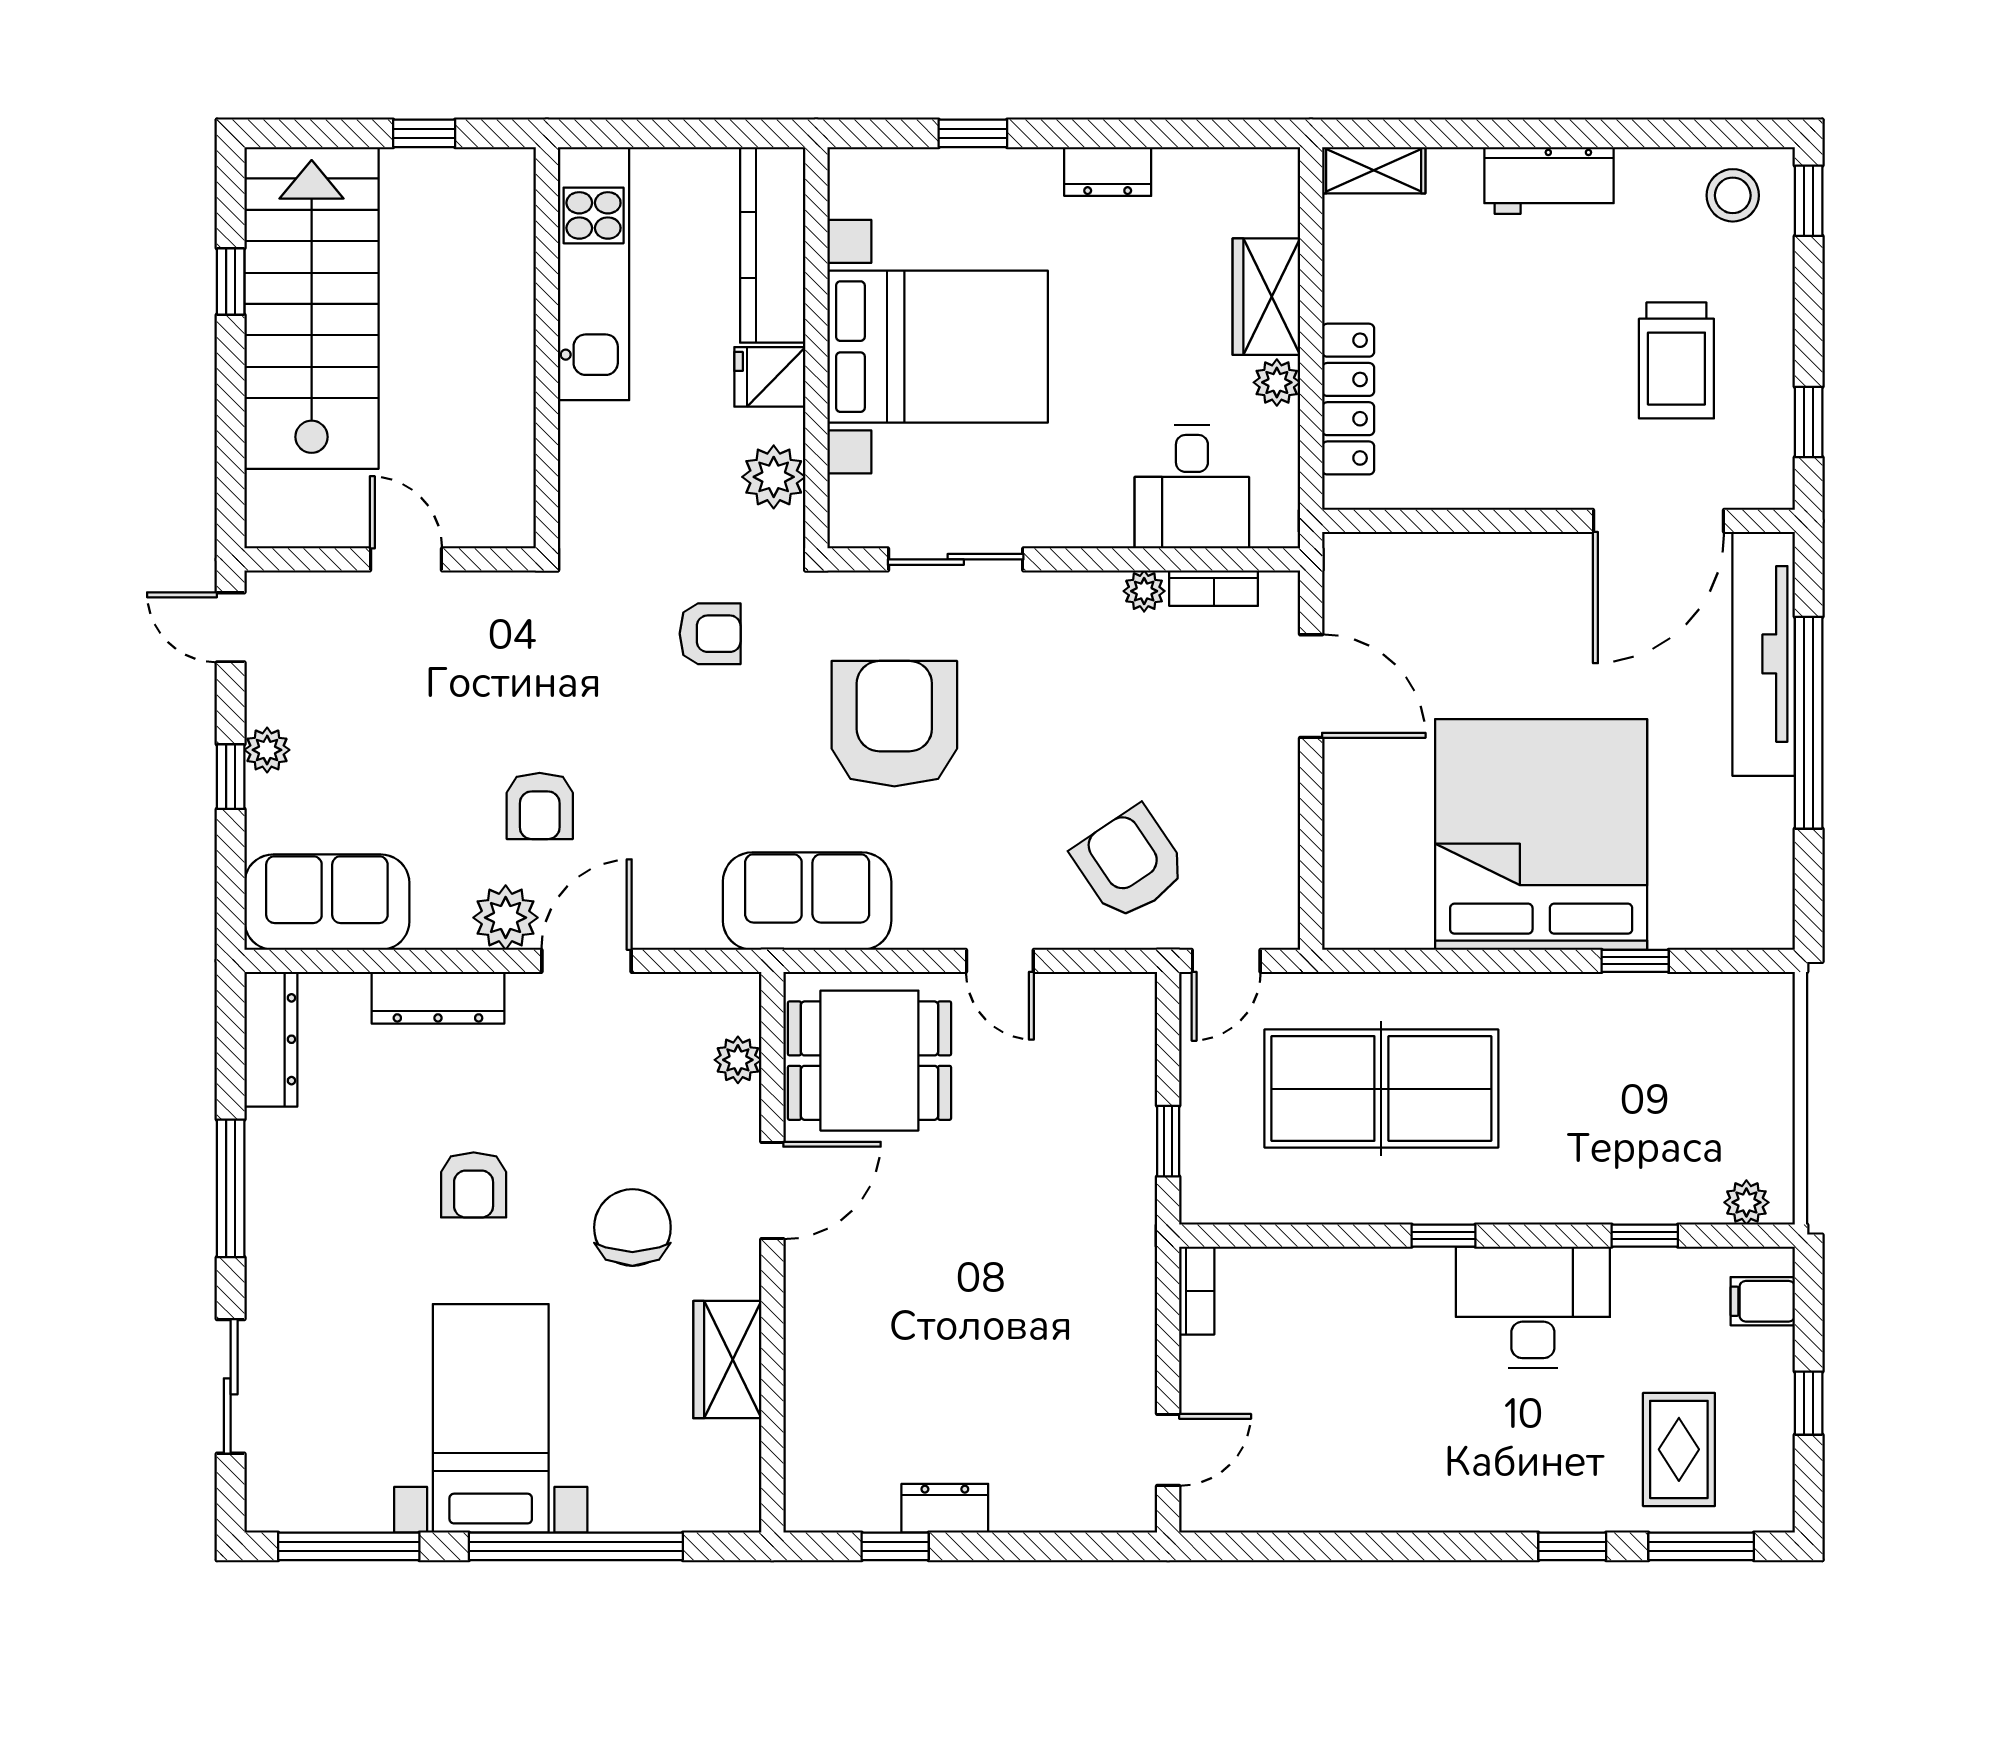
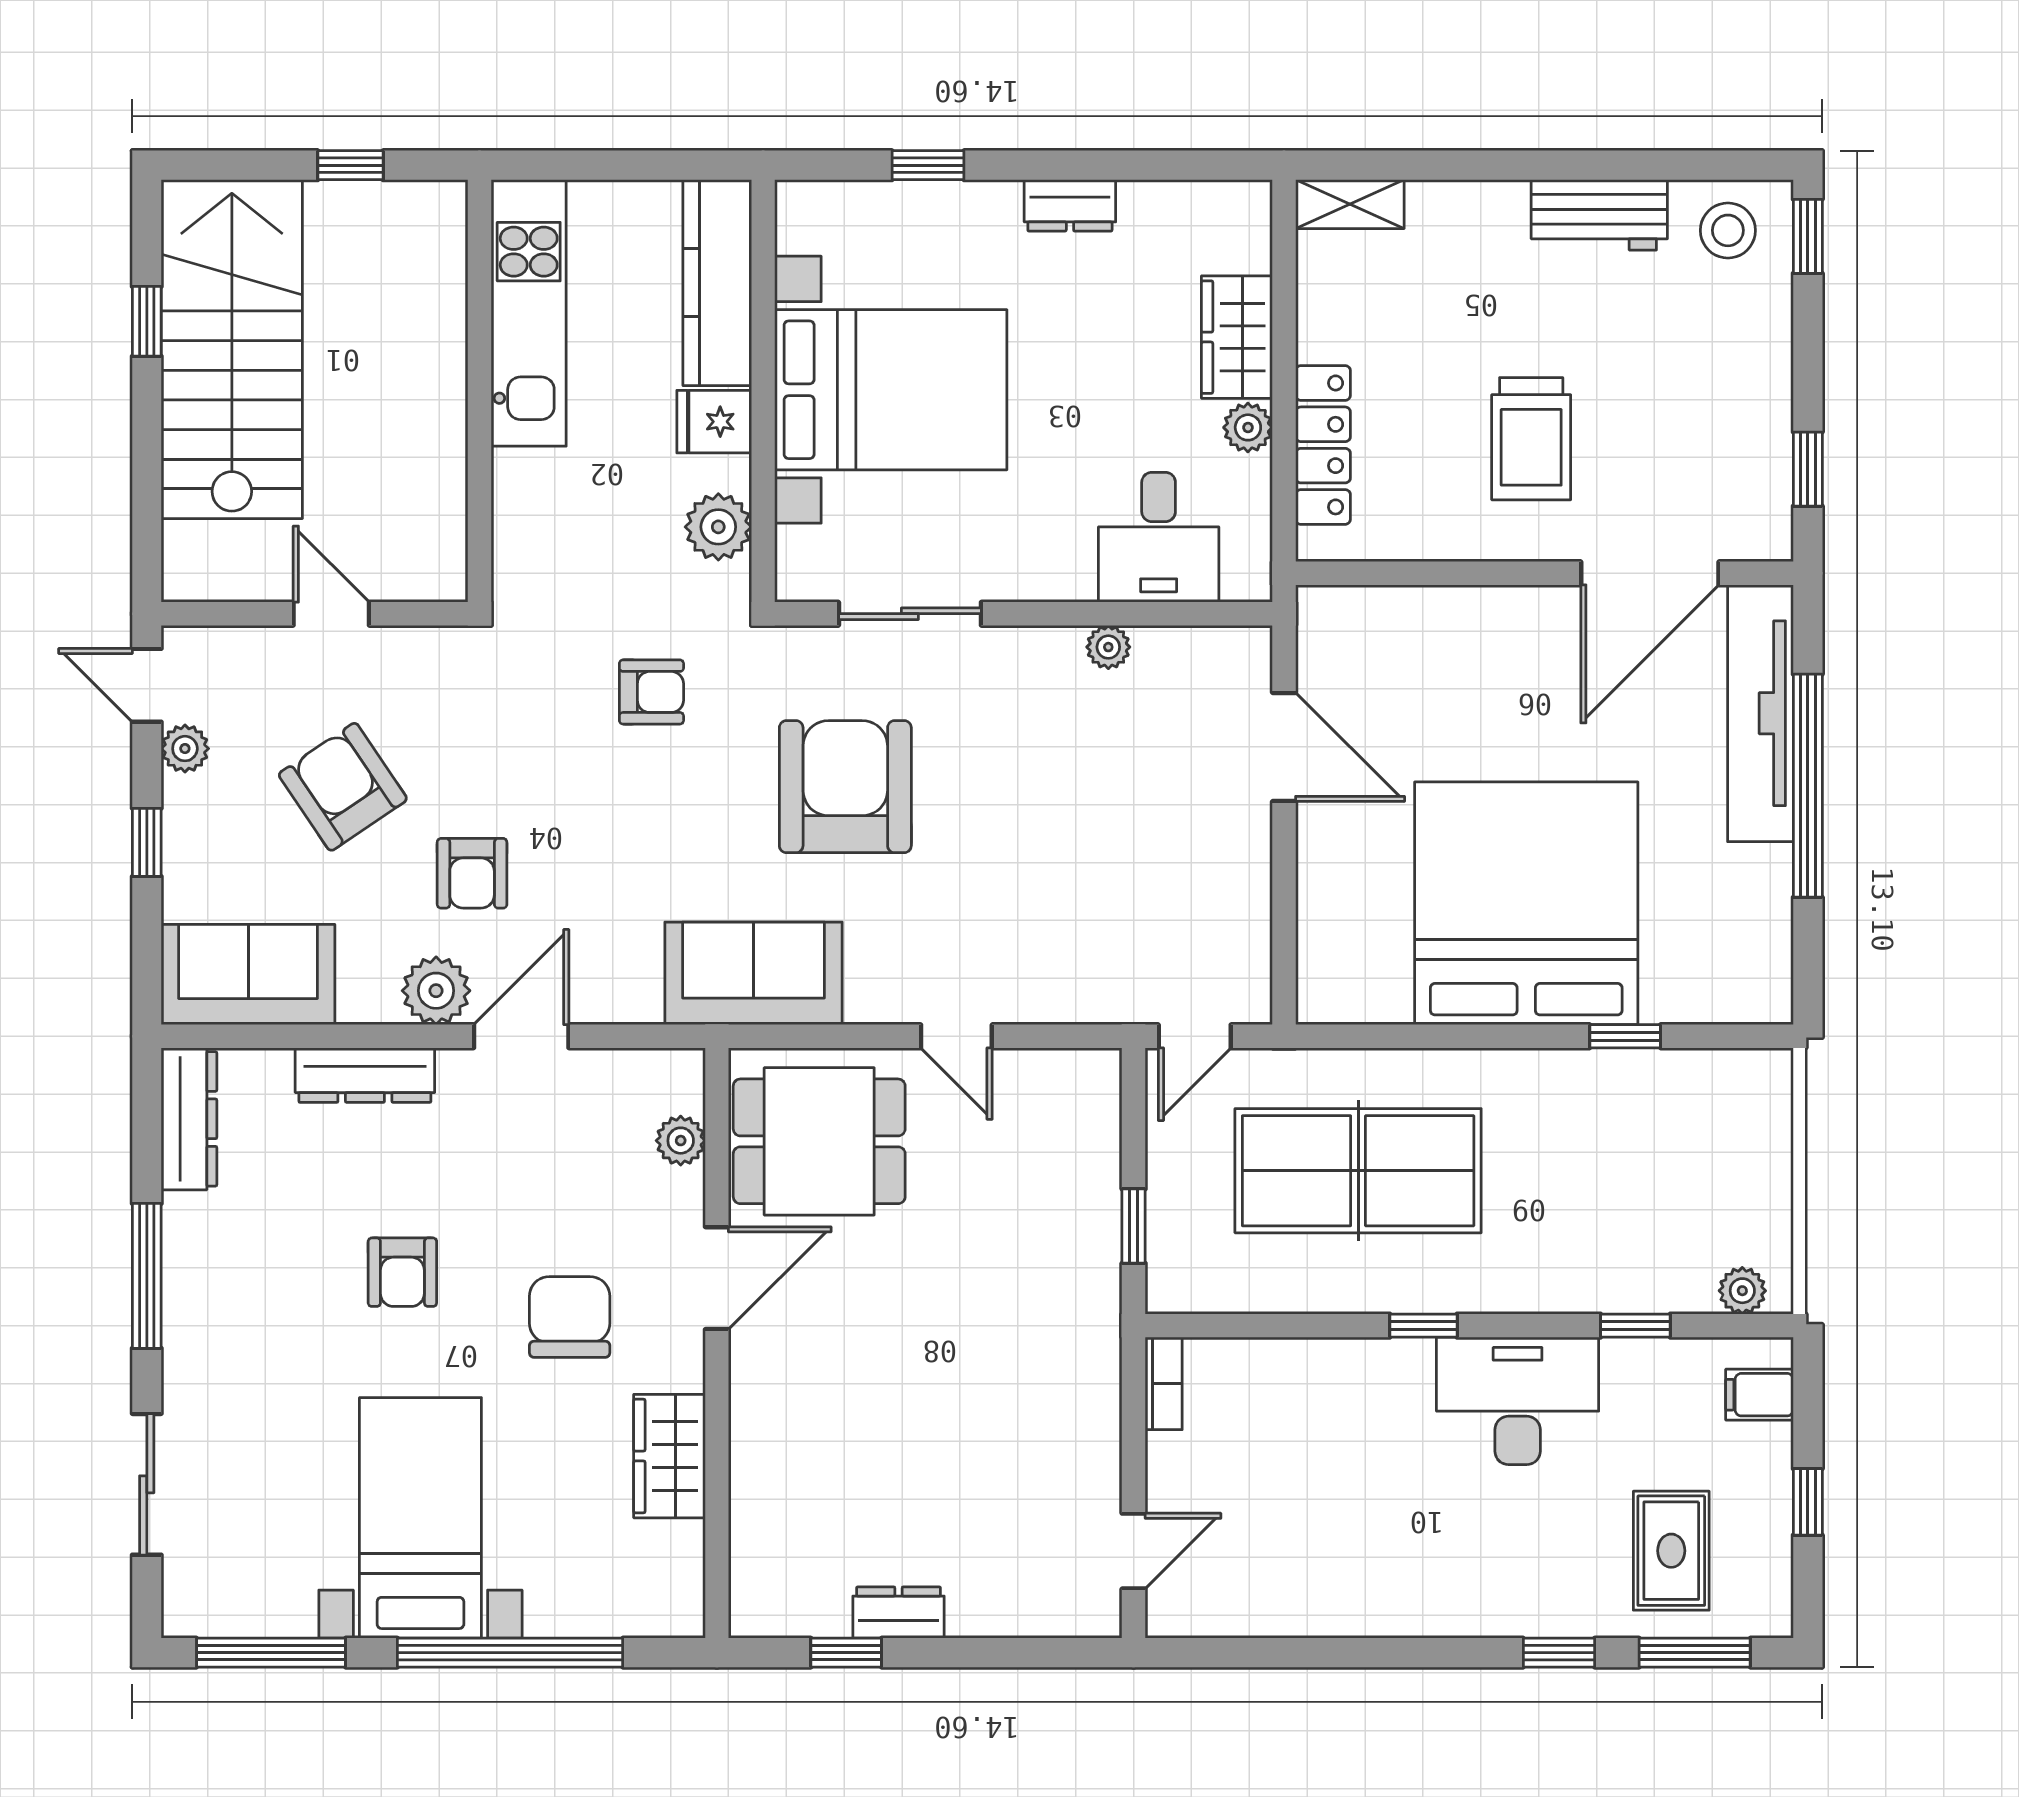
workbench: (1549, 180) -> (1599, 215), moved
trolley: (1676, 360) -> (1531, 439), moved
bookcase: (1214, 588) -> (1181, 644), removed
plant: (267, 750) -> (185, 749), moved
armchair: (1130, 863) -> (343, 787), moved

